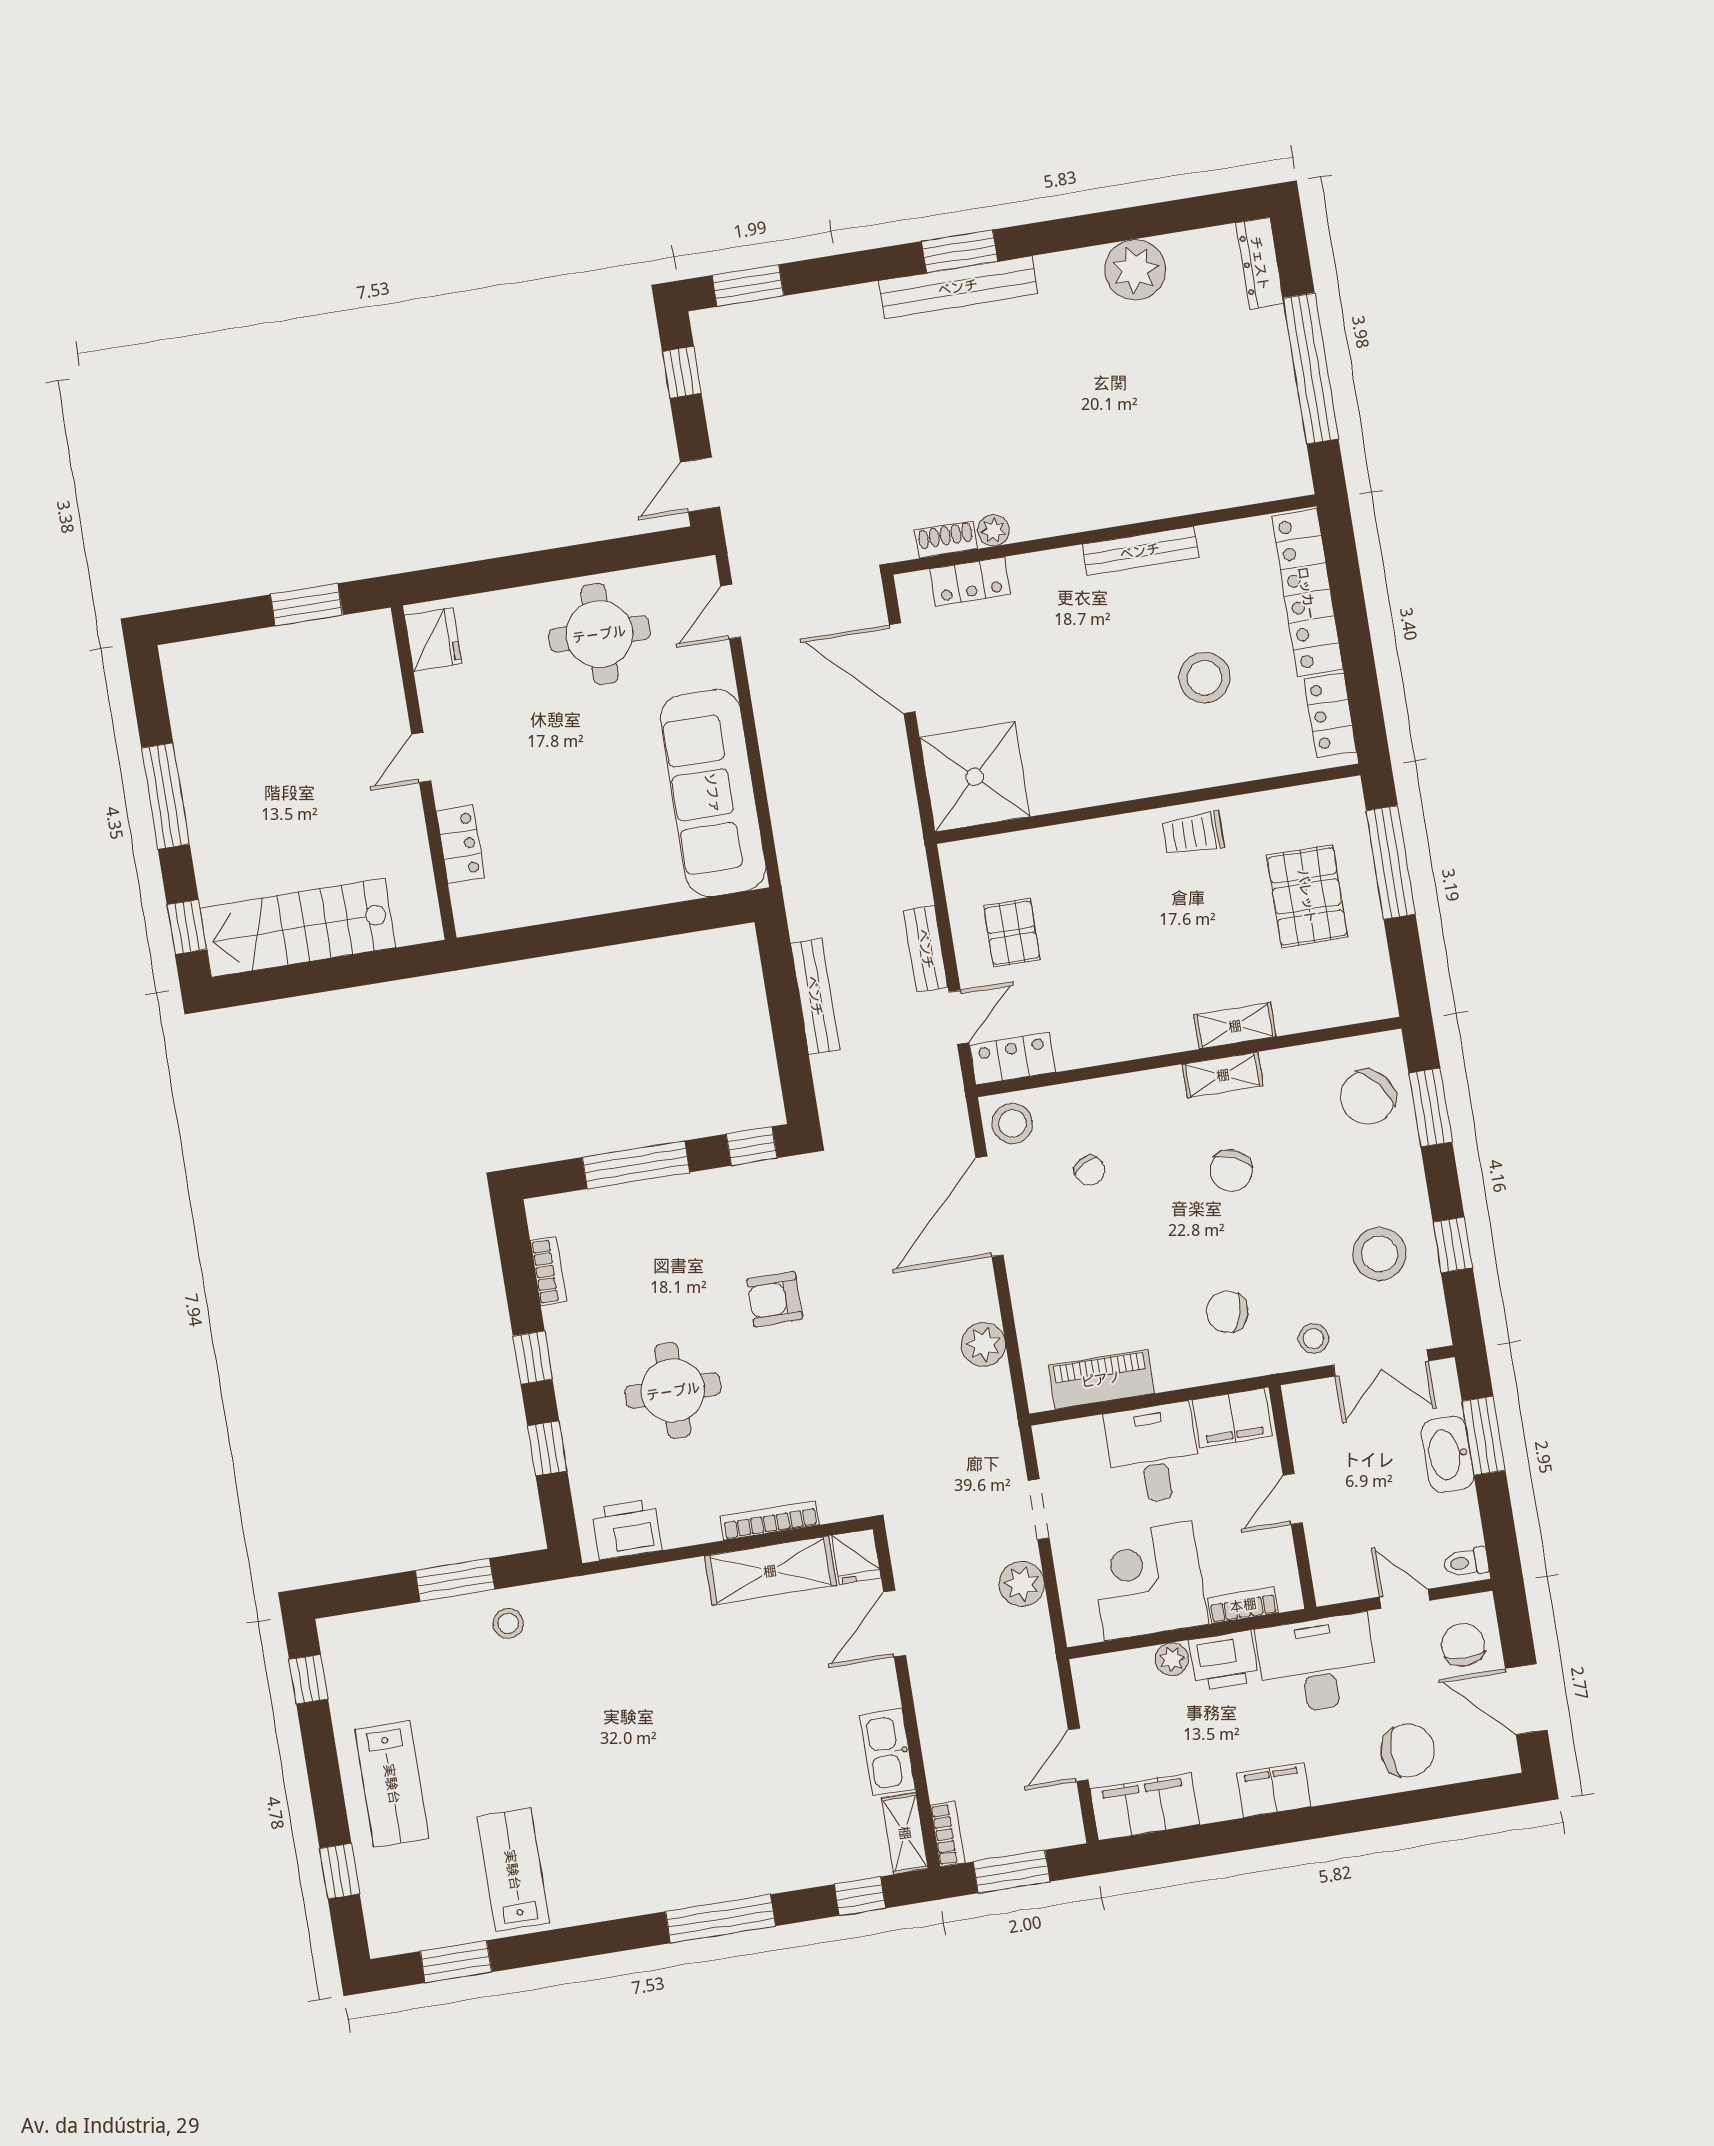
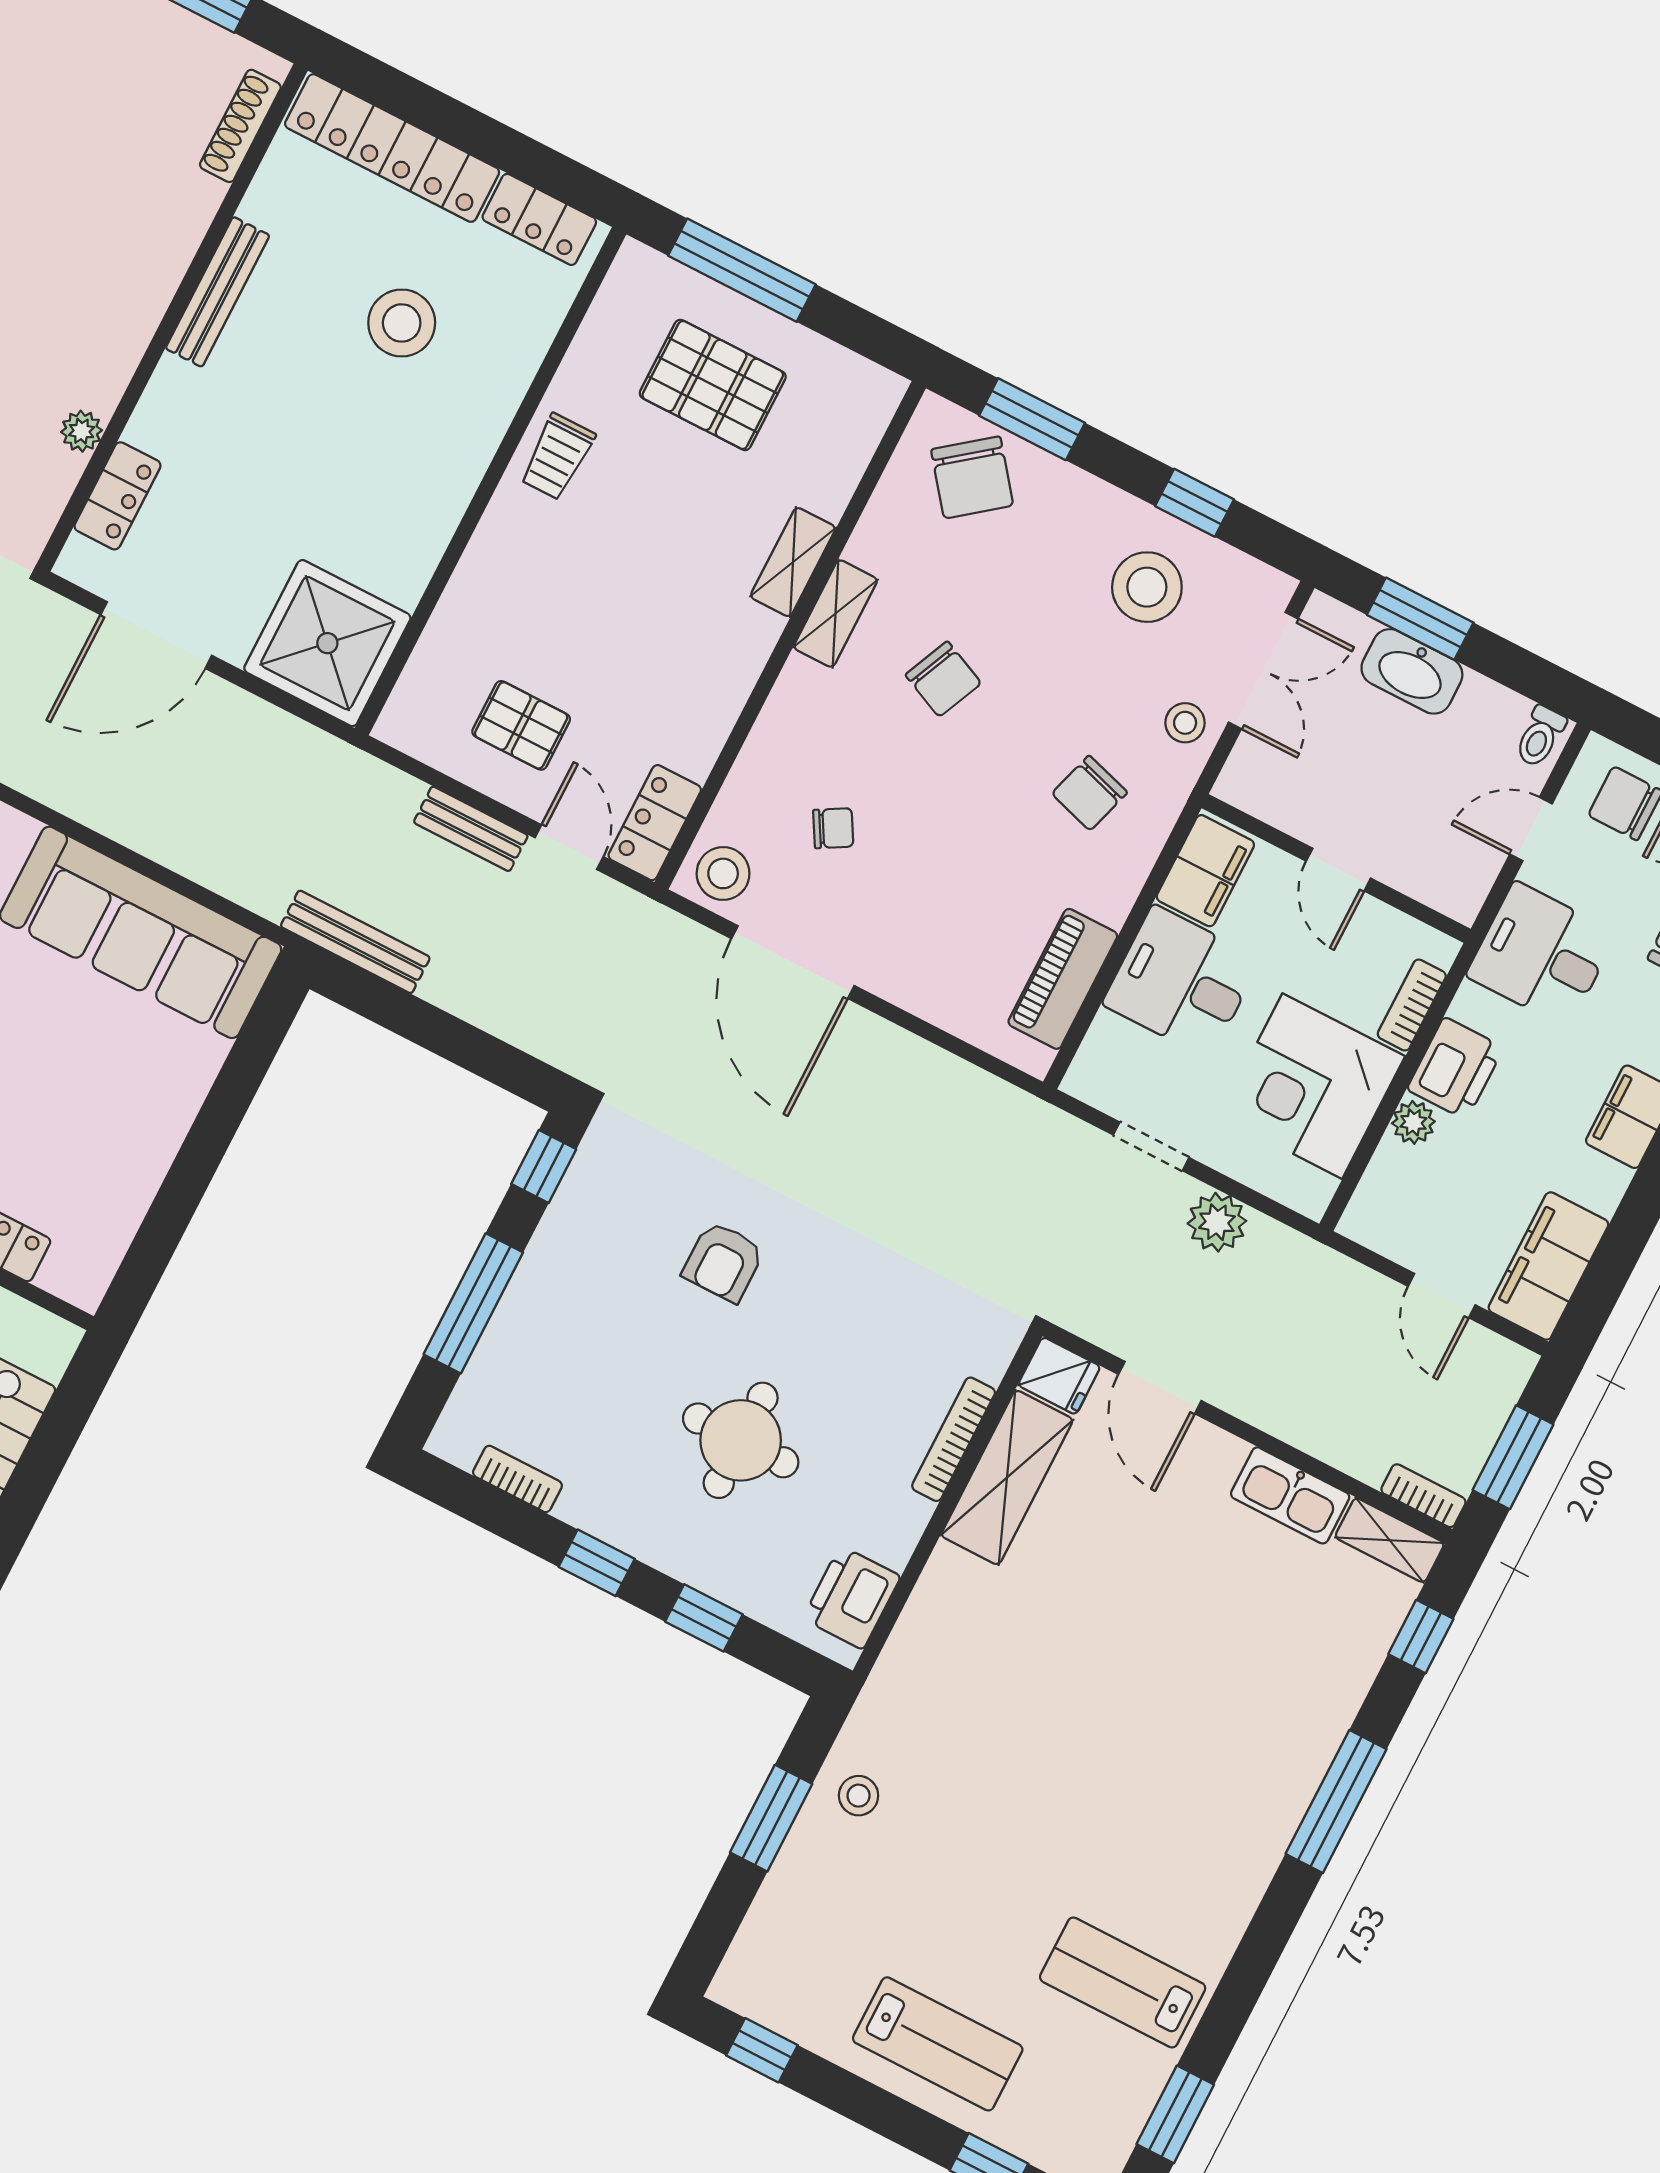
shoe rack: (946, 539) -> (240, 126), moved, width x1.43
bench: (815, 996) -> (355, 942), moved
plant: (983, 1344) -> (934, 1076), removed
desk: (1317, 1664) -> (1542, 954), width x0.73

